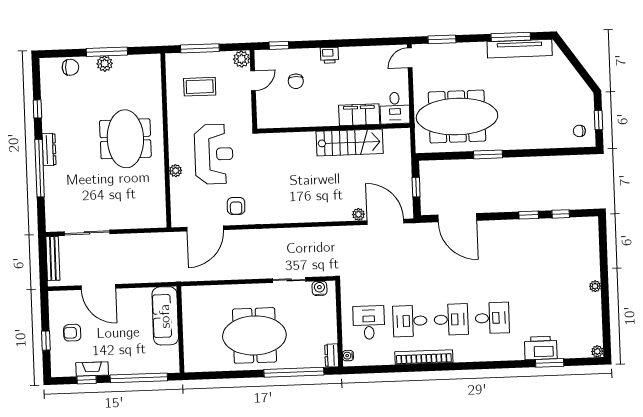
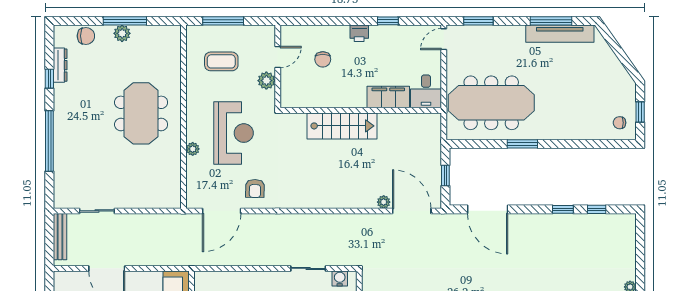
window: (279, 45) -> (388, 21), moved
plant: (242, 59) -> (266, 81), moved
stairs: (350, 142) -> (342, 126), moved
dresser: (49, 150) -> (60, 65), moved
sliding door: (87, 233) -> (97, 211), width x0.73

